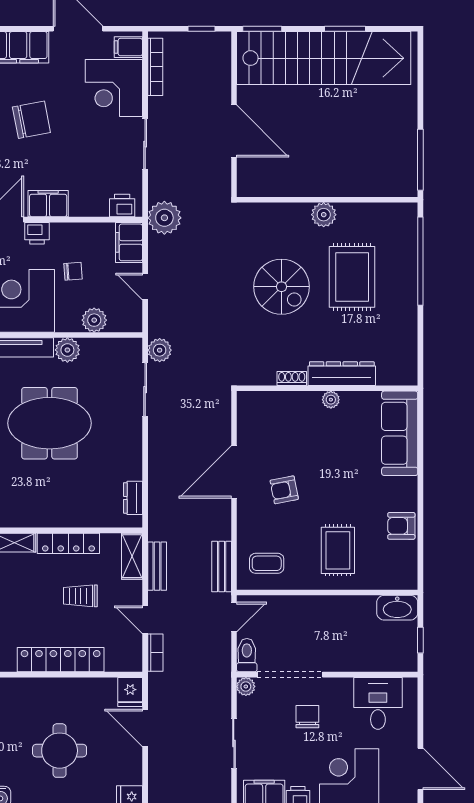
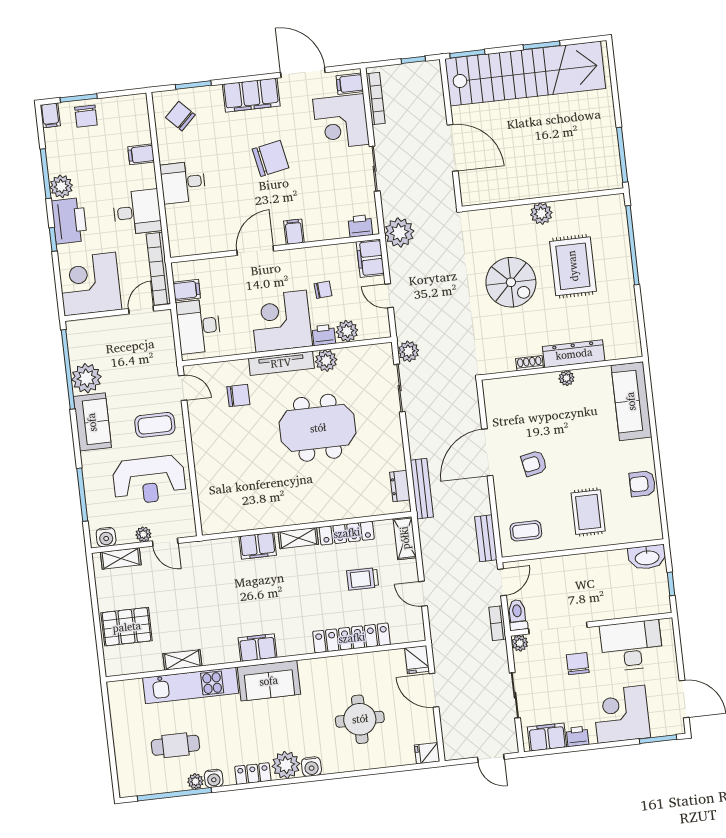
filing cabinet: (48, 204) -> (294, 232), width x0.50
printer: (37, 233) -> (324, 335), moved, turned 180
bench: (157, 566) -> (422, 489), moved, width x1.36
bookcase: (155, 653) -> (497, 623), moved, turned 180
desk: (378, 703) -> (631, 646), width x1.37

